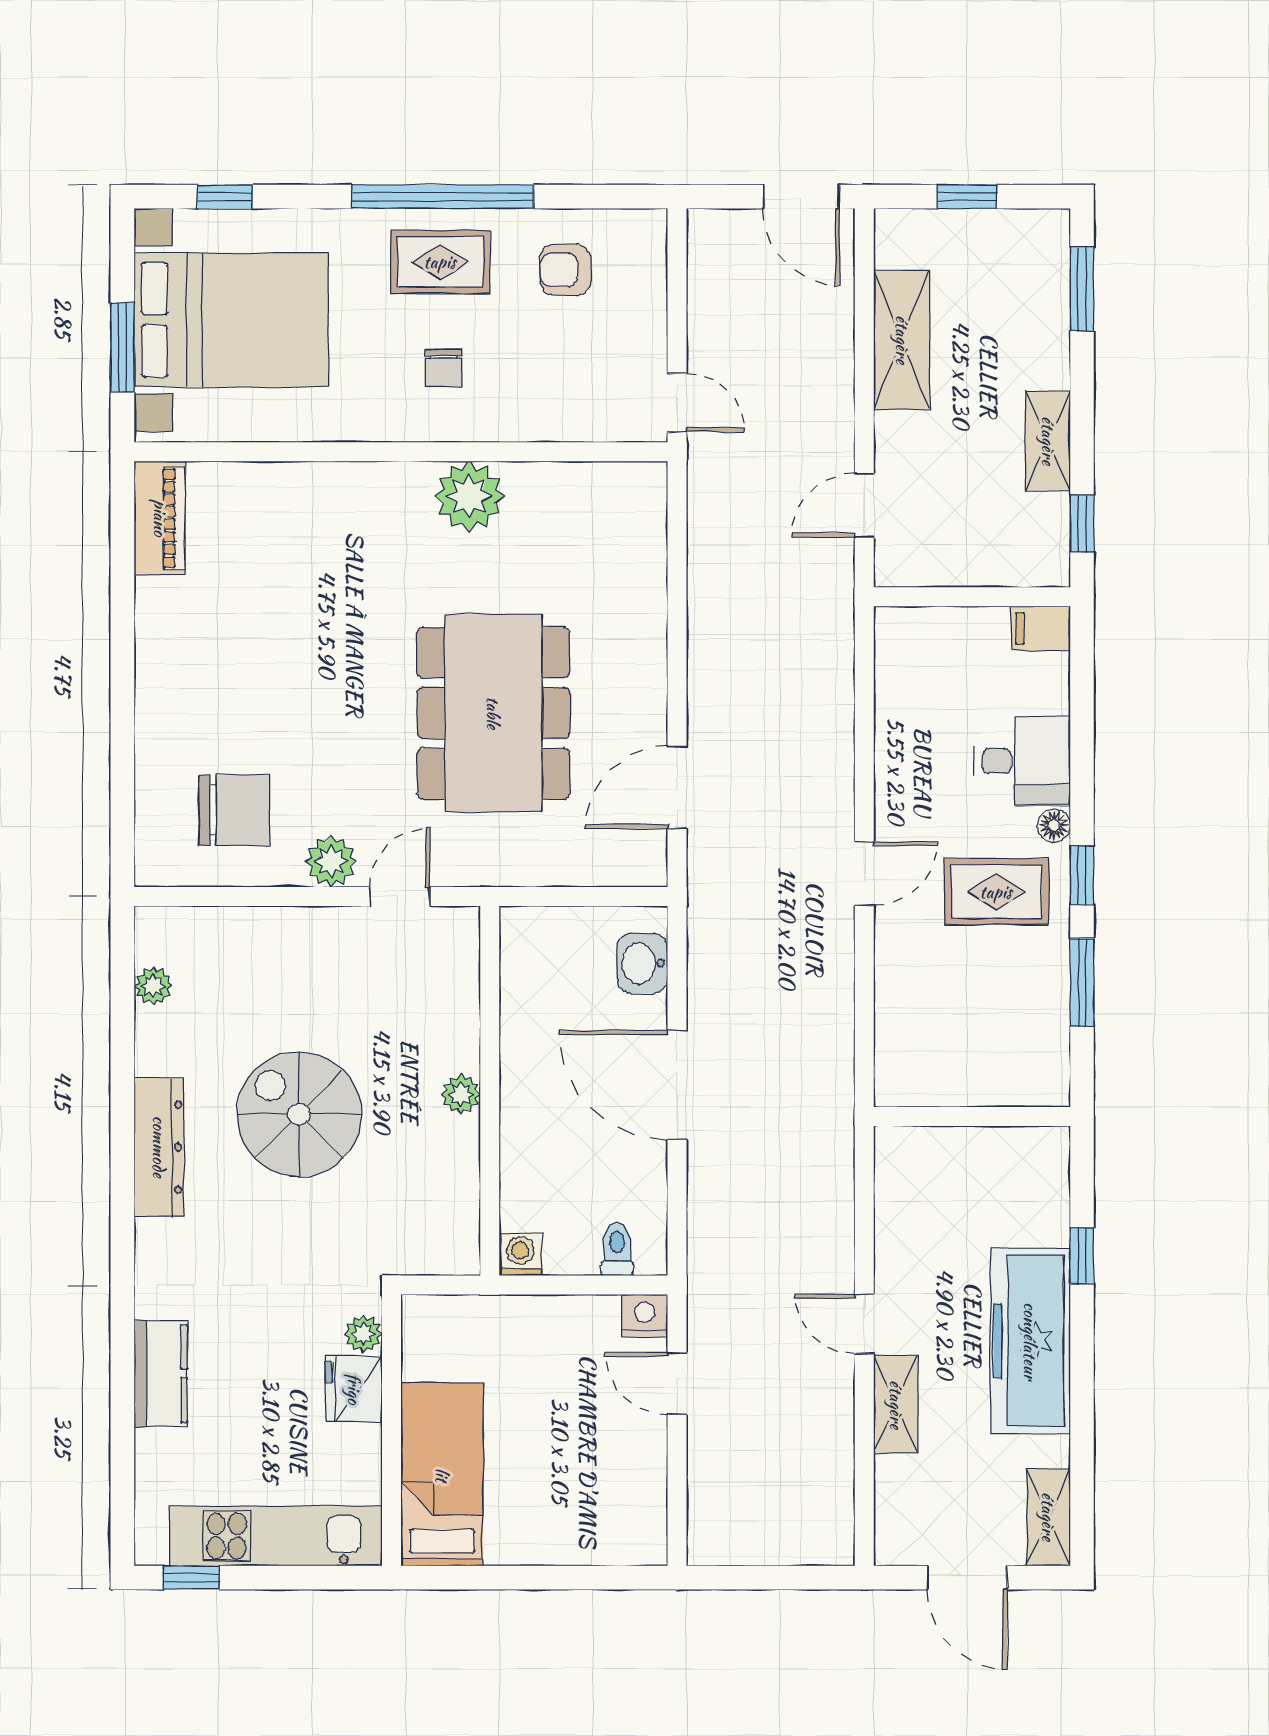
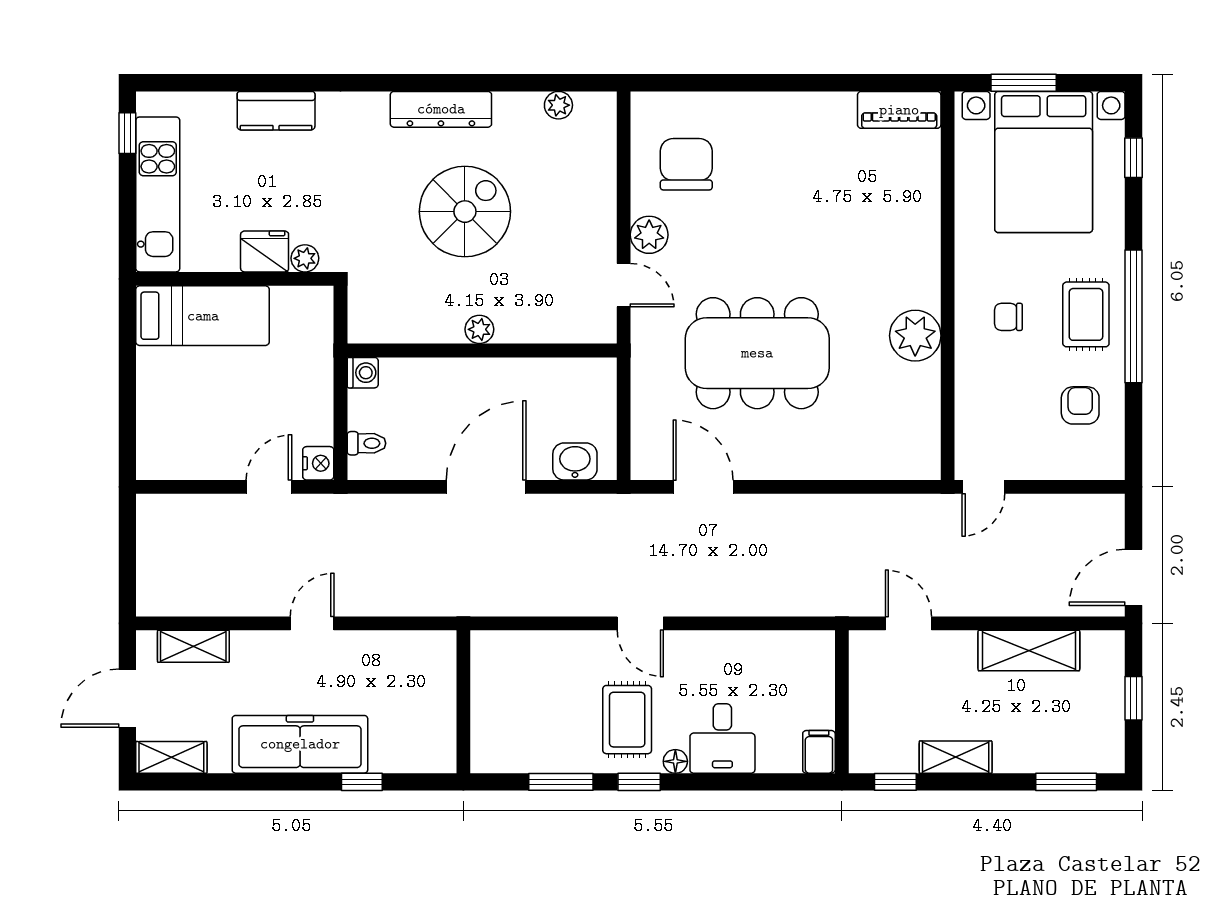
chair: (234, 810) -> (686, 164), turned 180
shelving: (896, 1405) -> (193, 646), moved

